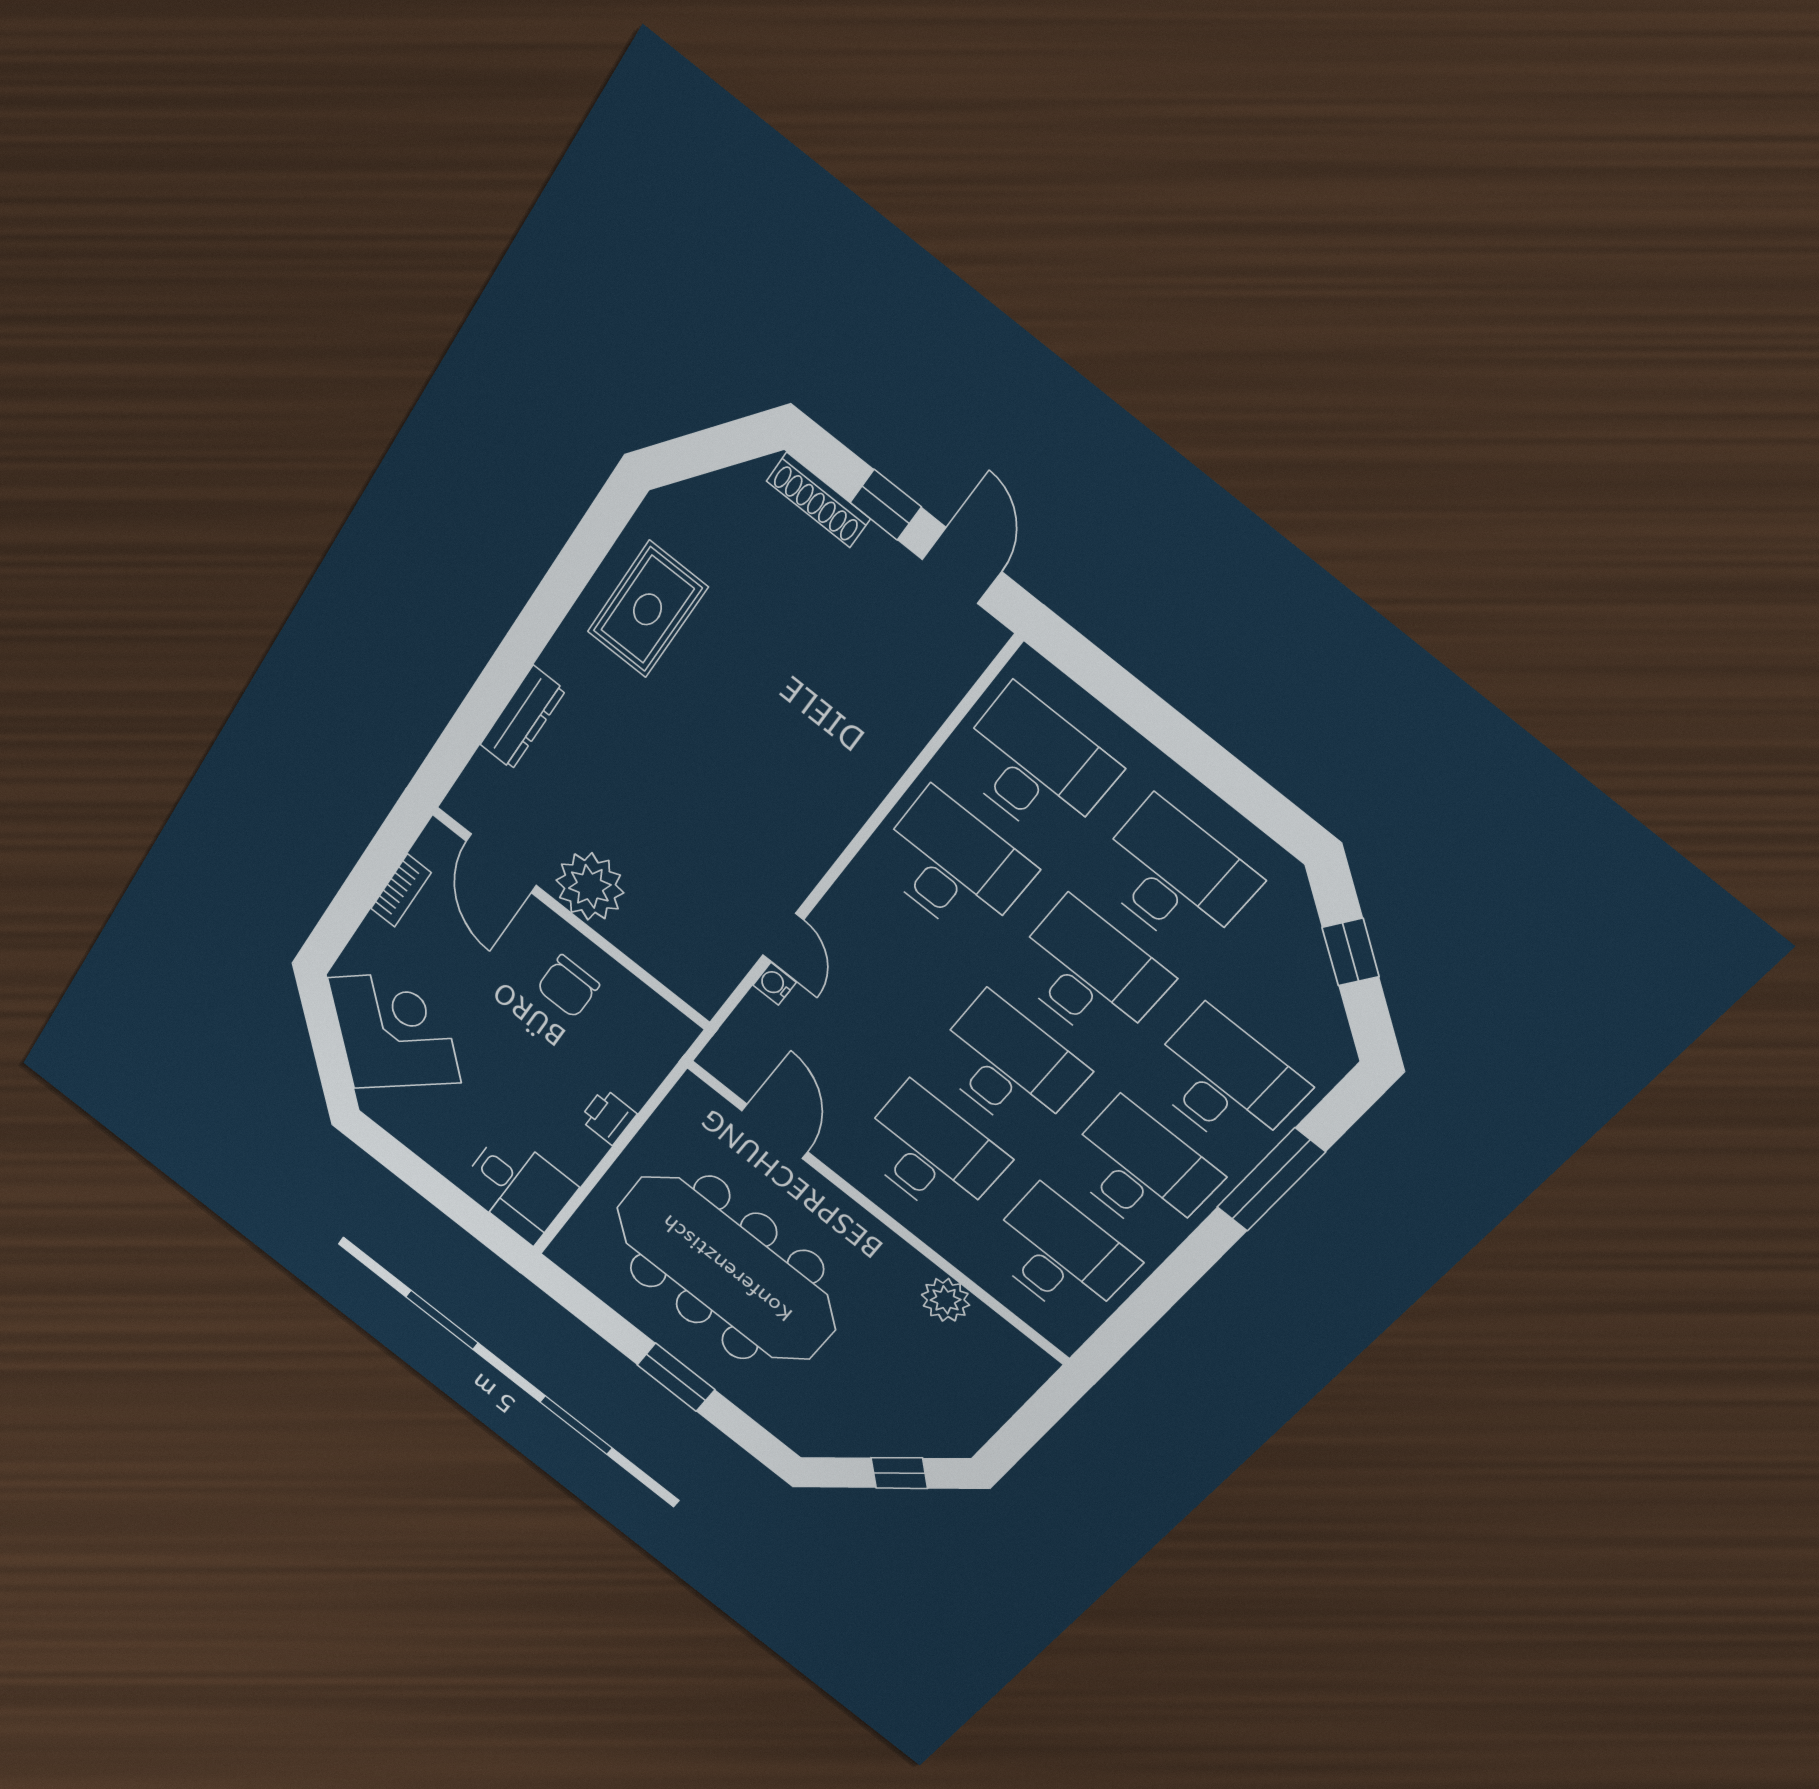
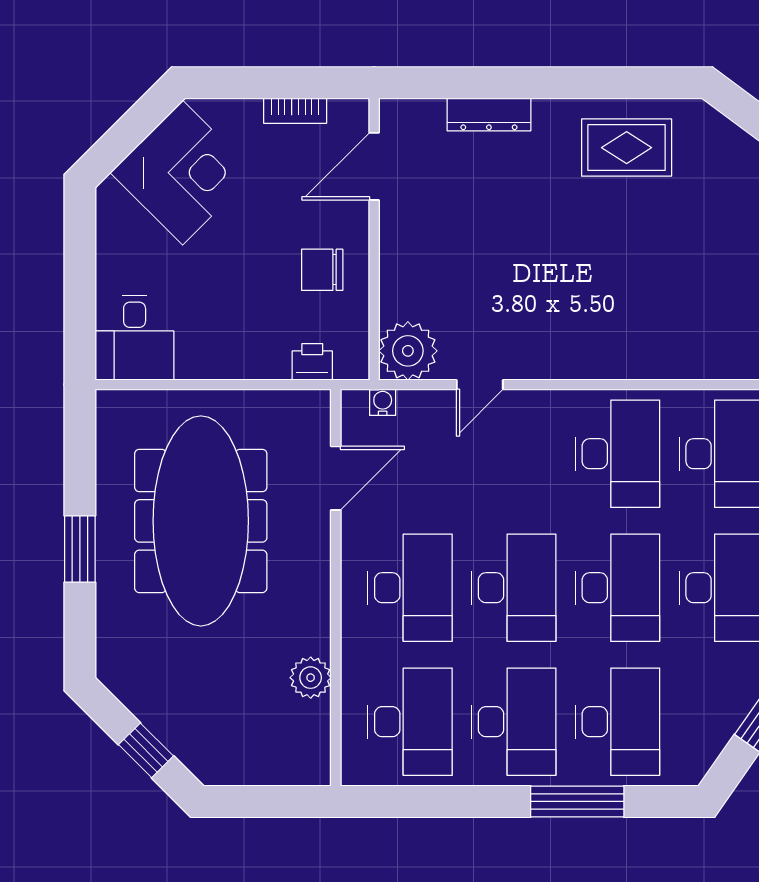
plant: (590, 886) -> (408, 351), moved
water cooler: (775, 984) -> (383, 402), moved
printer: (608, 1117) -> (312, 362), moved

